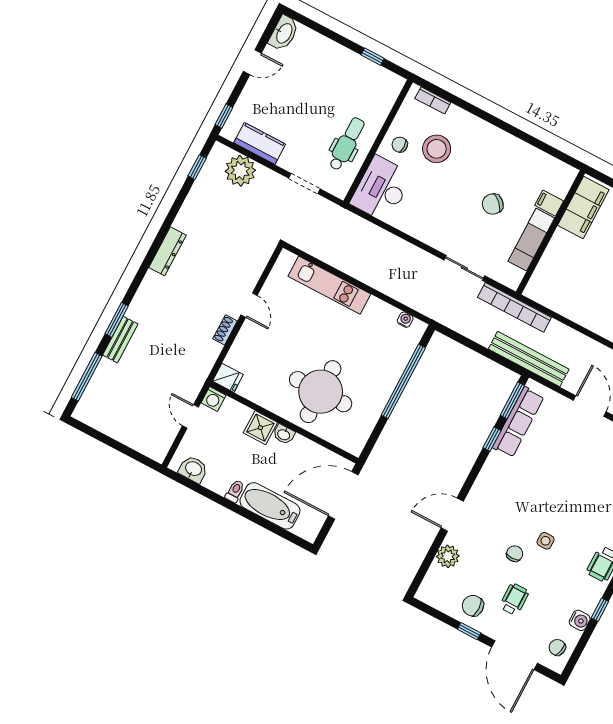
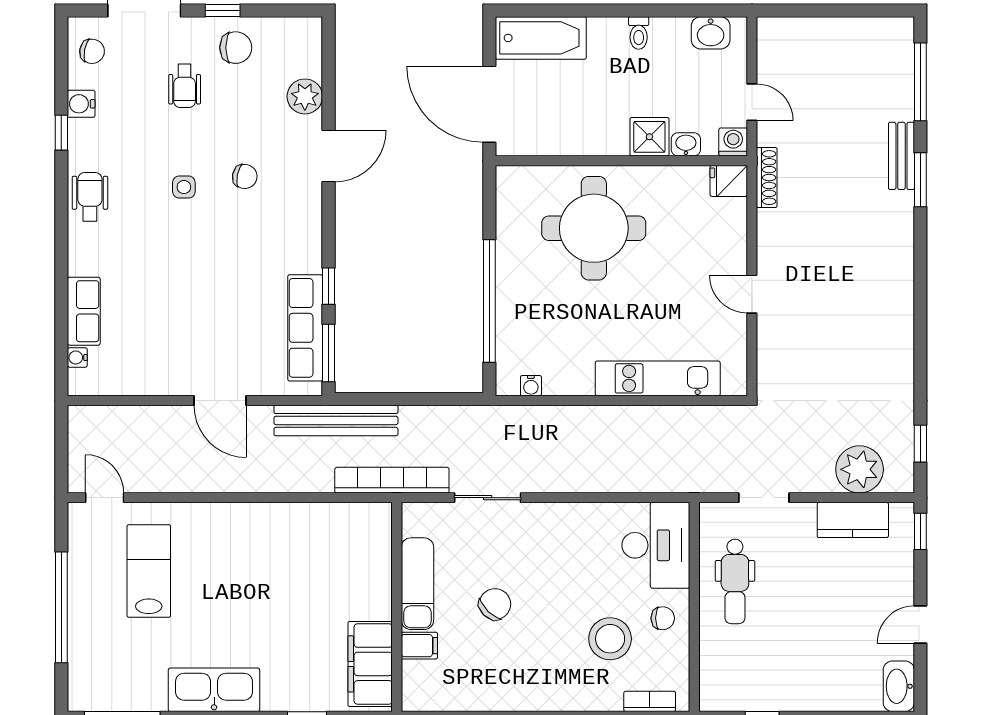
dresser: (167, 251) -> (901, 309), removed
shoe rack: (225, 330) -> (767, 178), moved, width x1.43
washbasin: (284, 434) -> (686, 144), moved
door: (343, 495) -> (489, 104), swing flipped
bathtub: (270, 506) -> (541, 38), moved
chair: (515, 554) -> (245, 176), moved, turned -79

